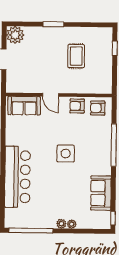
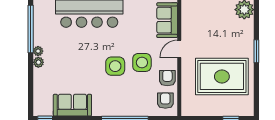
rug: (76, 56) -> (222, 76), width x1.86, depth x2.06
side table: (63, 129) -> (142, 62), added
plant: (72, 224) -> (38, 51), moved

